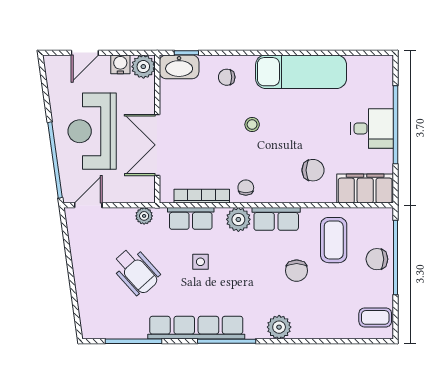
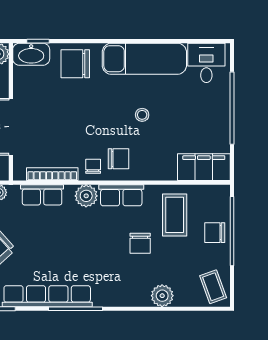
chair: (227, 77) -> (75, 64), width x1.87, depth x1.87
stool: (252, 125) -> (142, 115), moved
desk: (372, 128) -> (206, 63), moved, turned -90
chair: (313, 170) -> (118, 159), moved
side table: (200, 262) -> (51, 235), removed
coffee table: (375, 317) -> (213, 287), turned 70
plant: (279, 327) -> (162, 296), moved

